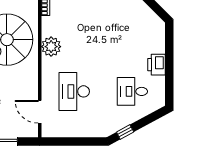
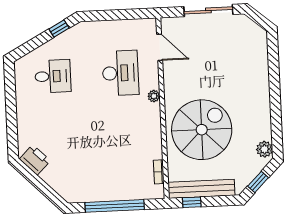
plant: (51, 47) -> (154, 96), moved, width x0.53, depth x0.53
printer: (157, 65) -> (35, 160), moved, turned -45

